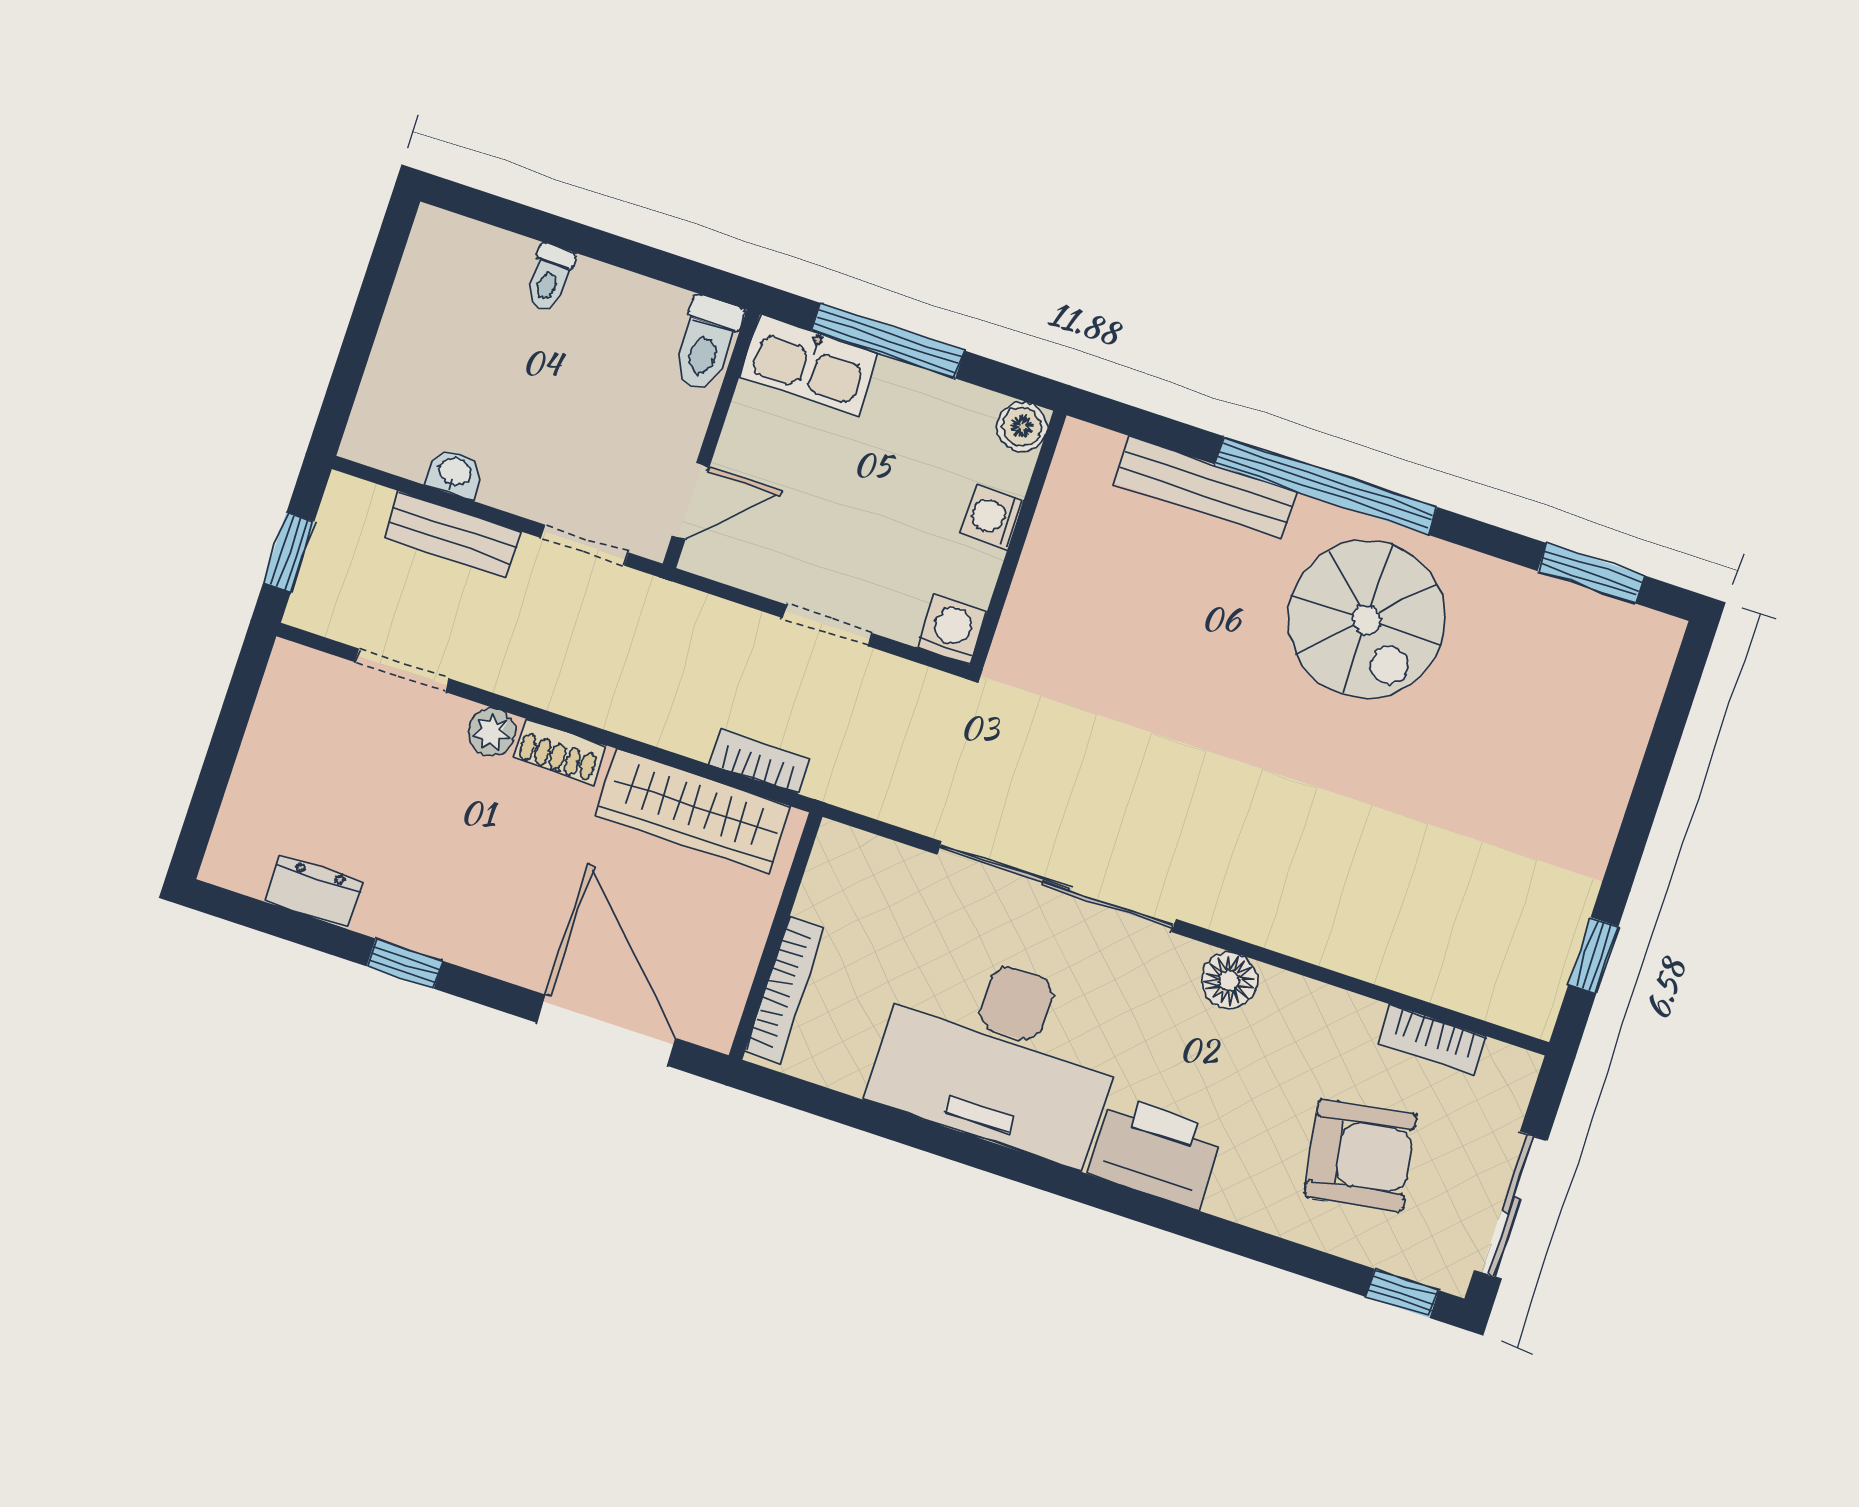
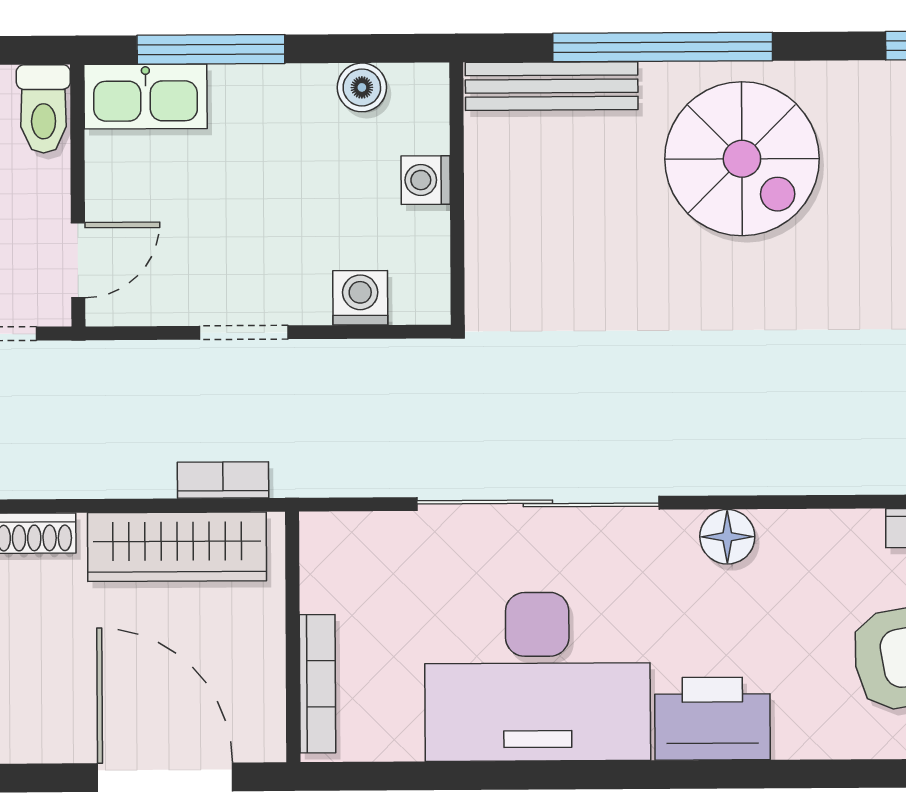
washing machine: (992, 517) -> (426, 180), moved
wall: (1018, 540) -> (457, 194), moved

